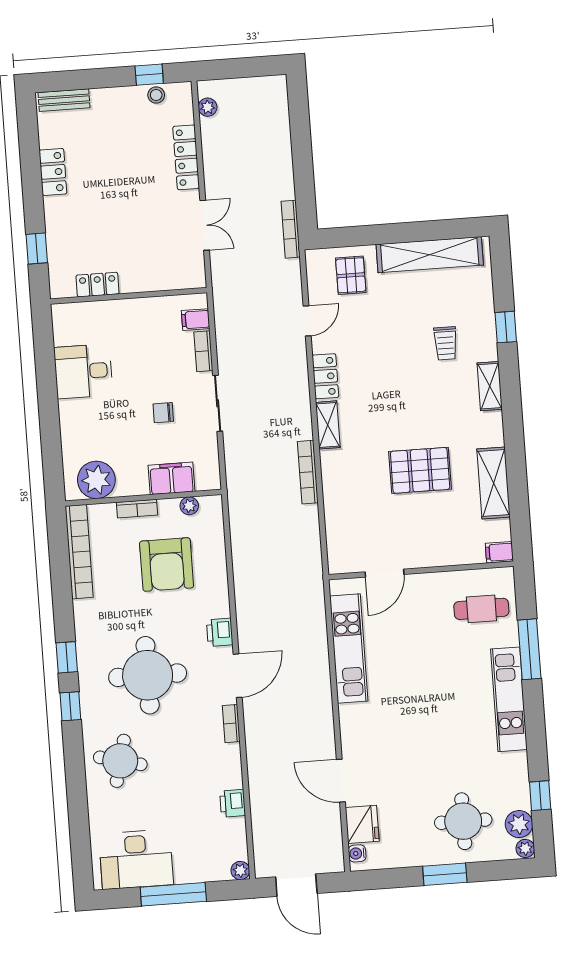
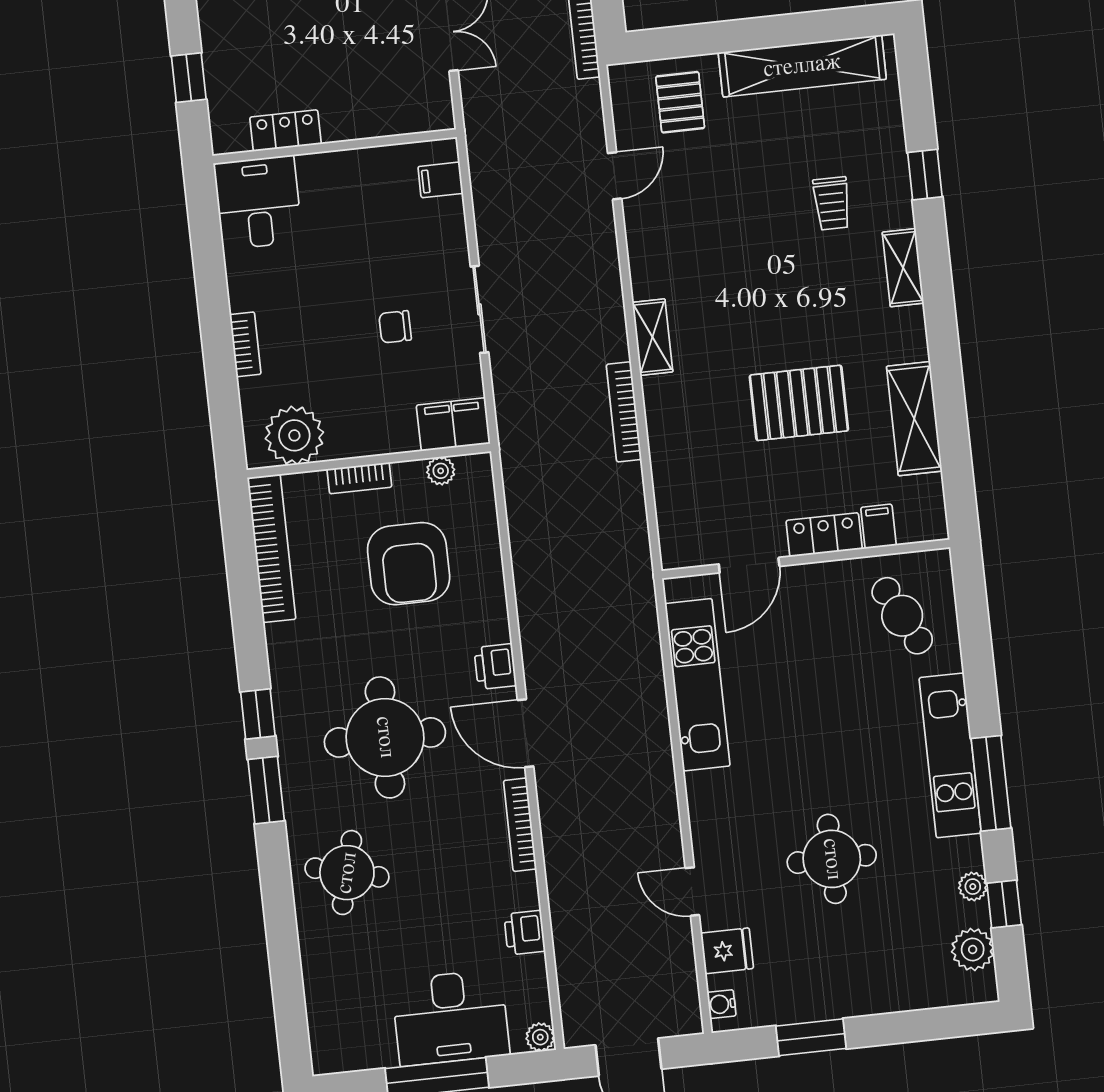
bookcase: (203, 351) -> (245, 344), moved, turned 180
desk: (83, 371) -> (258, 202), moved, turned 90
locker: (325, 376) -> (824, 535), moved, turned -90
filing cabinet: (171, 478) -> (453, 424), moved
filing cabinet: (499, 552) -> (879, 526), moved, turned 90
cafe table: (481, 609) -> (902, 616), turned 63
window: (529, 649) -> (991, 783), moved
door: (238, 676) -> (526, 733), swing flipped
window: (70, 706) -> (266, 790), width x1.50
bookcase: (231, 724) -> (520, 825), width x1.56
door: (341, 781) -> (692, 892), width x0.73
round table: (463, 821) -> (832, 859), moved
fridge: (362, 824) -> (727, 951), width x0.72
plant: (525, 848) -> (973, 887), moved
desk: (136, 859) -> (451, 1018), moved
window: (445, 874) -> (811, 1037), moved

